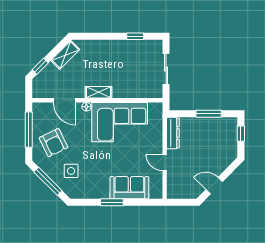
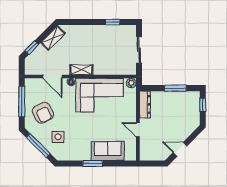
plant: (157, 108) -> (131, 83), added

